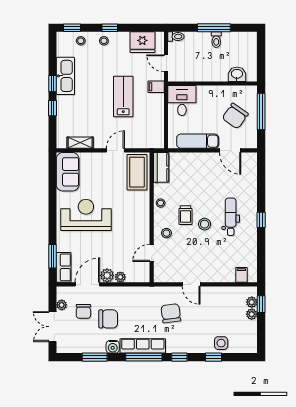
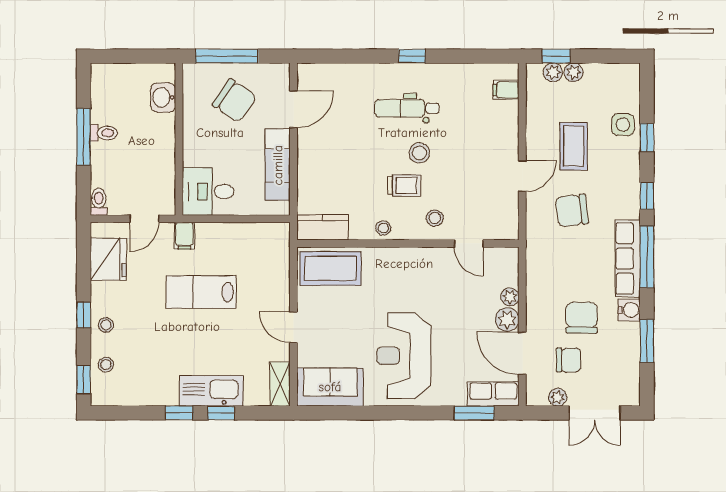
kitchen sink: (65, 76) -> (211, 391), moved
shelving: (80, 143) -> (280, 384), moved
door: (115, 150) -> (293, 327), moved
coffee table: (208, 314) -> (574, 146), added

